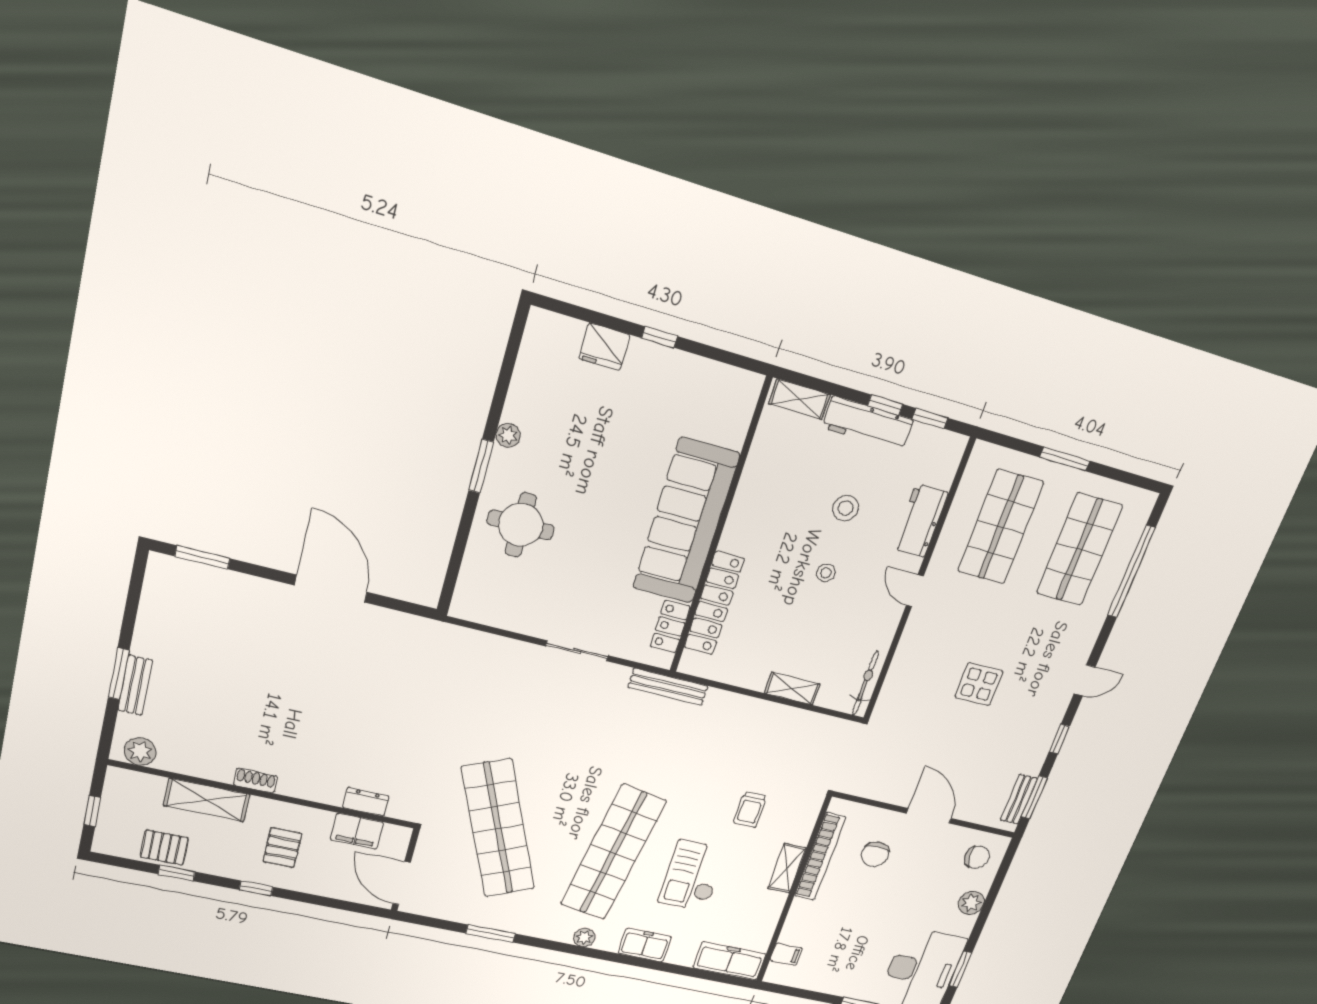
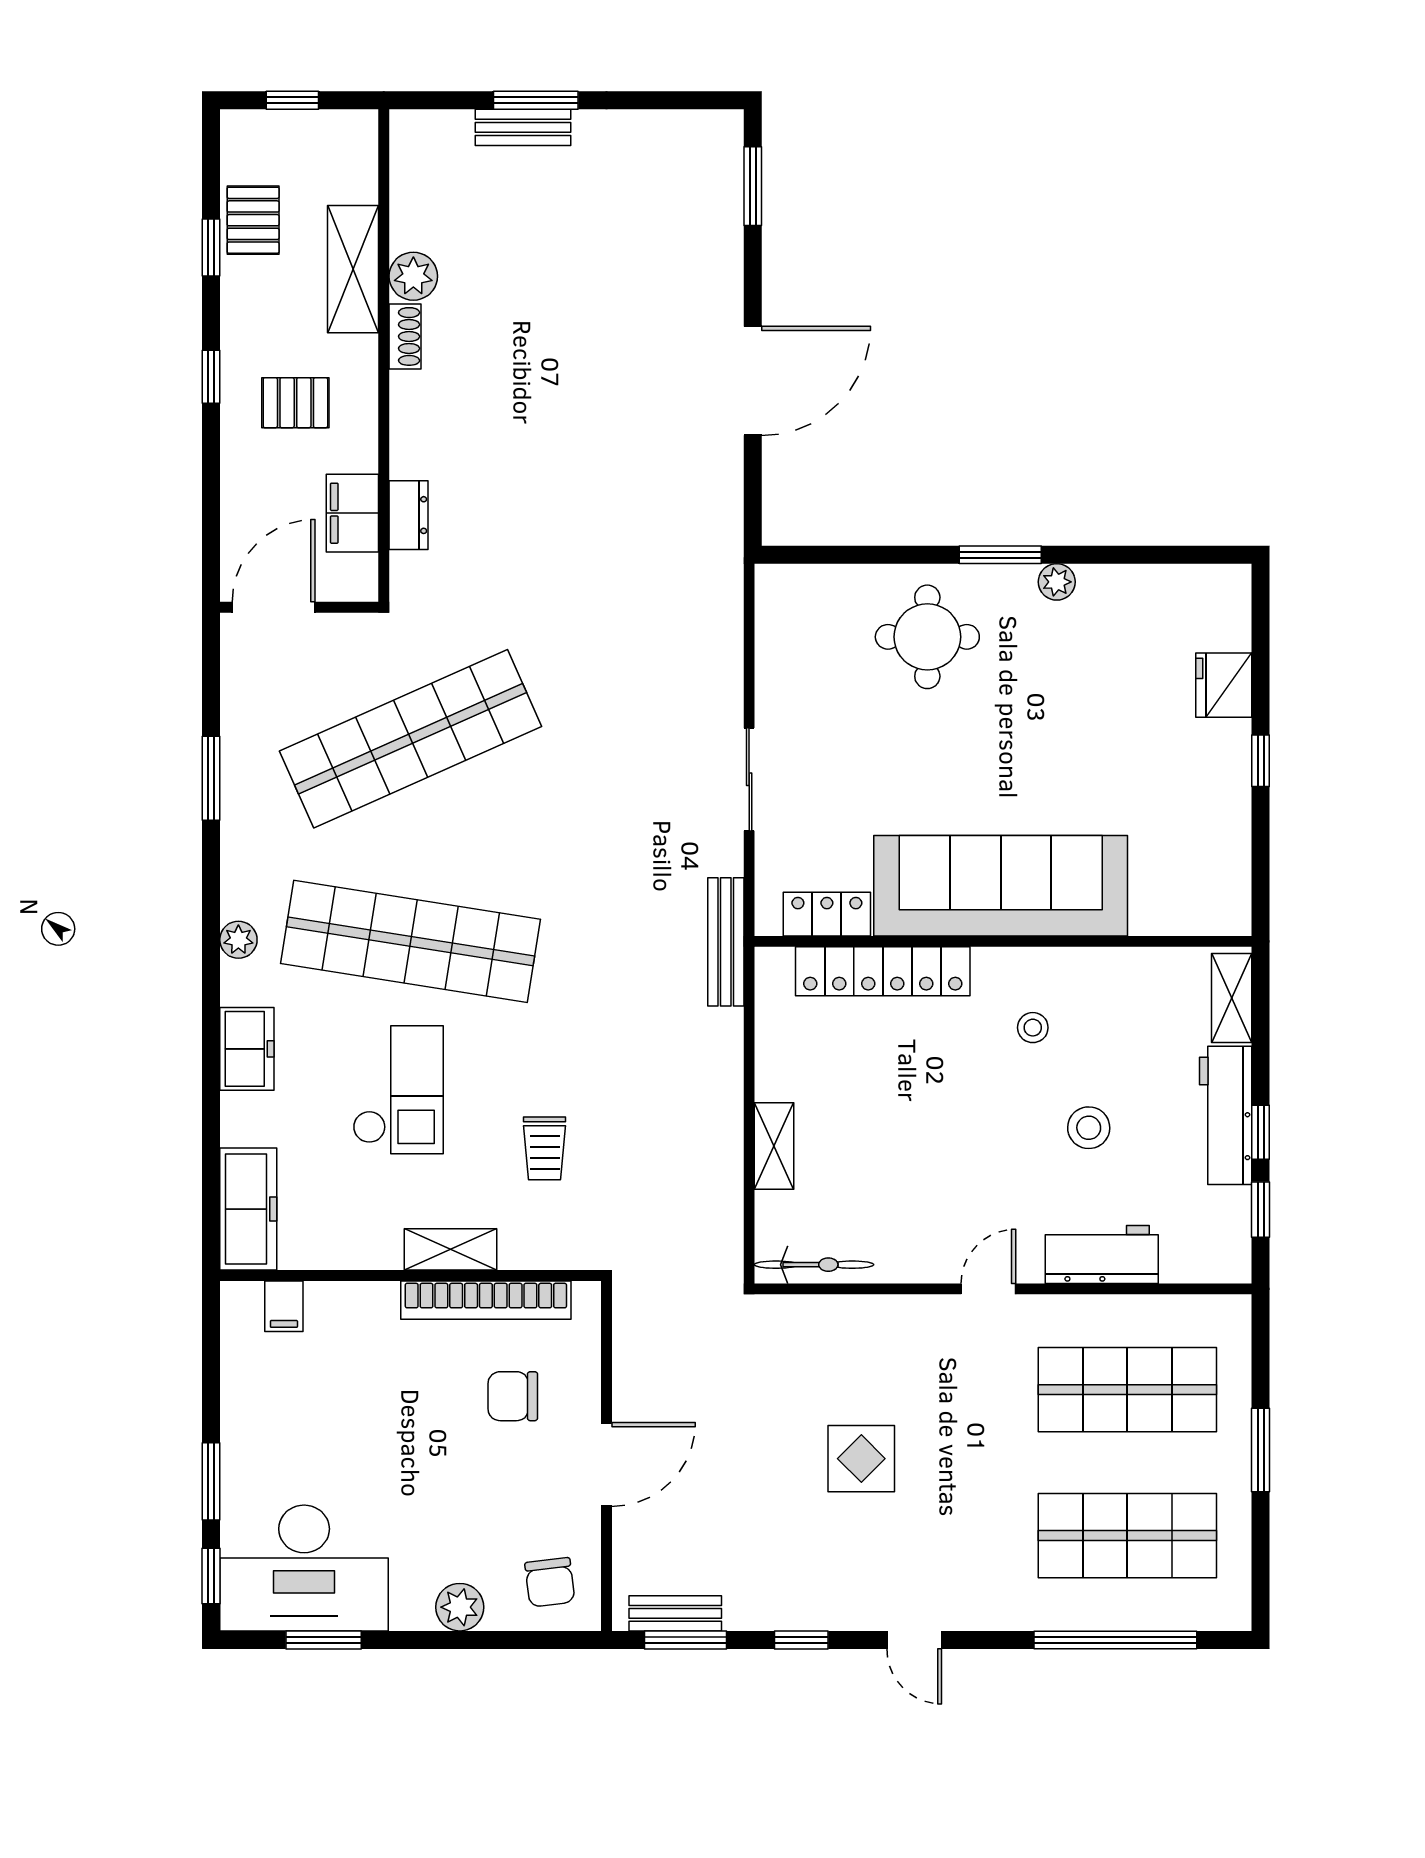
stool: (826, 573) -> (1033, 1028), moved
plant: (140, 751) -> (413, 276), moved
trolley: (750, 809) -> (545, 1148), turned -90
checkout: (692, 876) -> (398, 1090), turned 90

